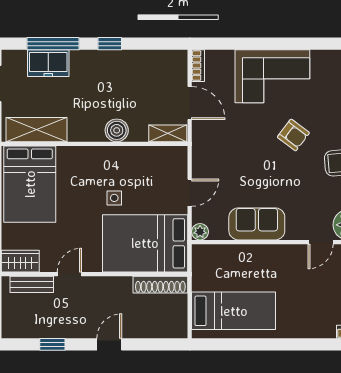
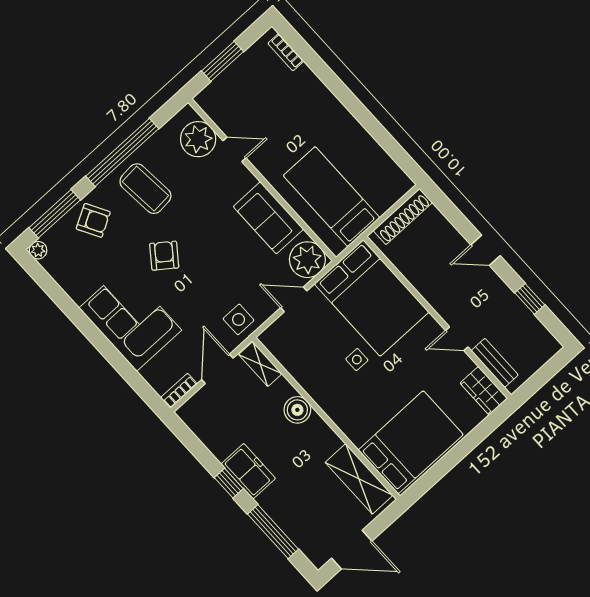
freezer: (48, 63) -> (248, 471), moved
side table: (209, 145) -> (239, 319), added
plant: (200, 232) -> (307, 260), width x1.87, depth x1.87
shoe rack: (160, 285) -> (403, 216), moved, turned 90
bed: (234, 311) -> (331, 197), moved

